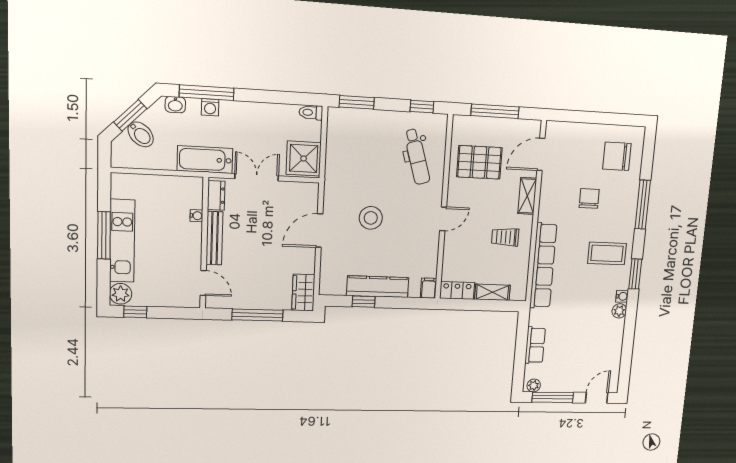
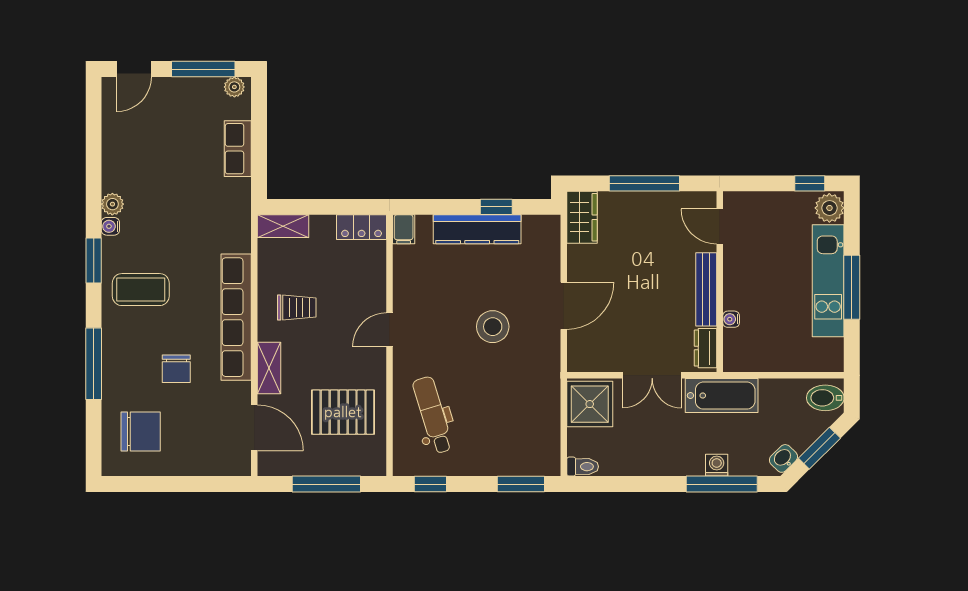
washbasin: (175, 105) -> (783, 458), moved, turned -45
bidet: (141, 134) -> (825, 398), moved, turned -45
door: (541, 154) -> (254, 428), hinge flipped
row of seats: (543, 266) -> (236, 317), moved
shelving: (492, 292) -> (283, 226), moved

